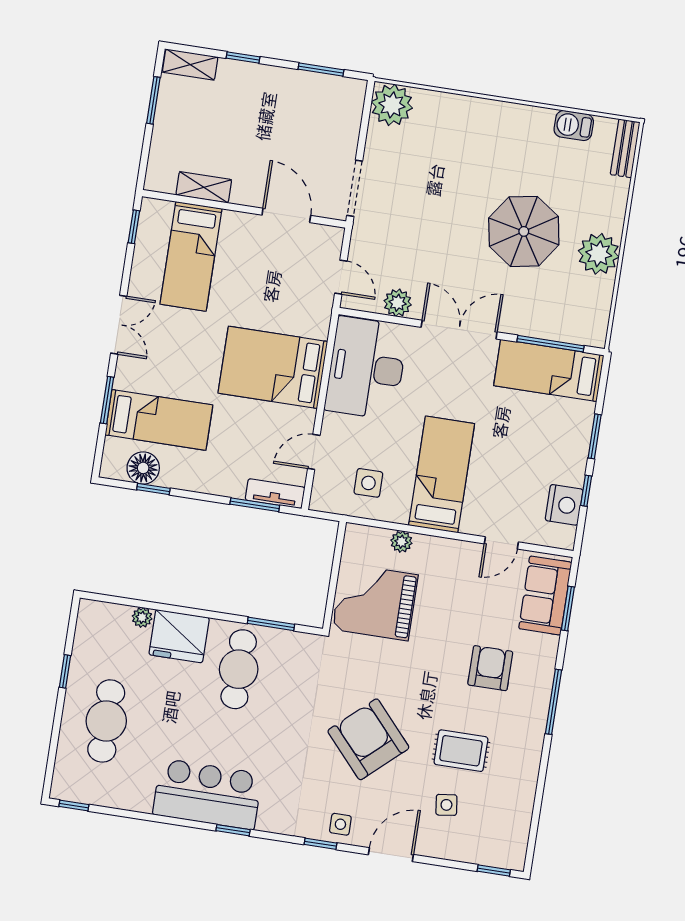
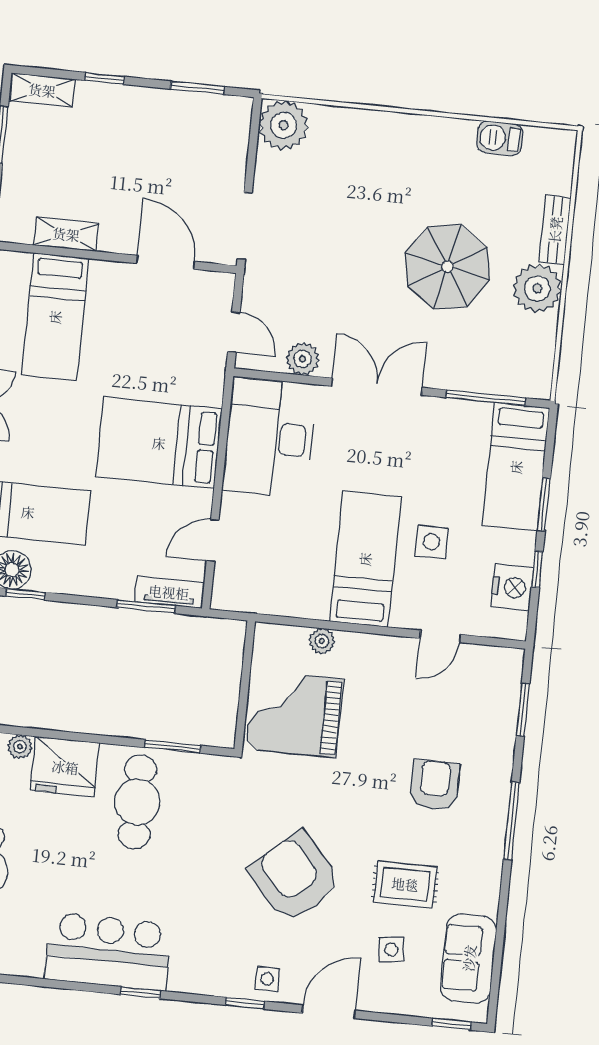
bench: (625, 148) -> (555, 230), moved
bed: (549, 370) -> (516, 467), moved, turned -90
side table: (368, 483) -> (431, 542), moved
sofa: (545, 595) -> (469, 958), moved

